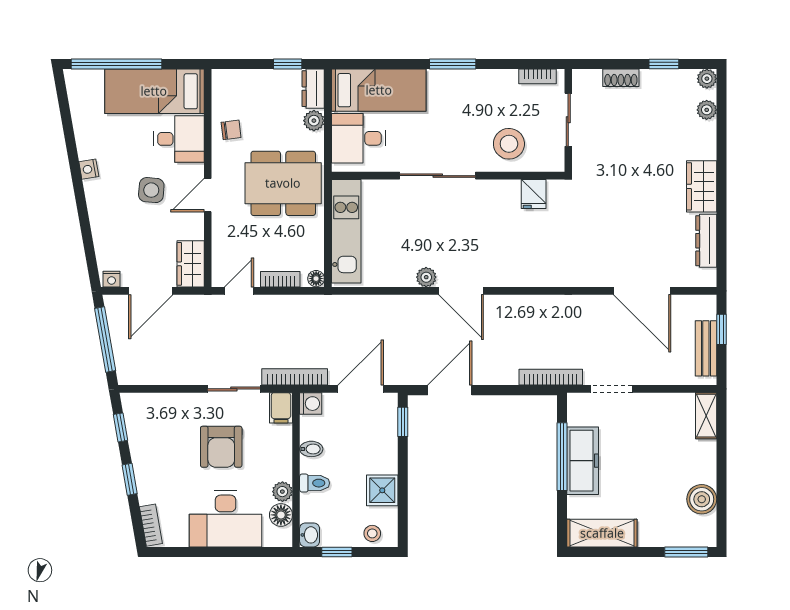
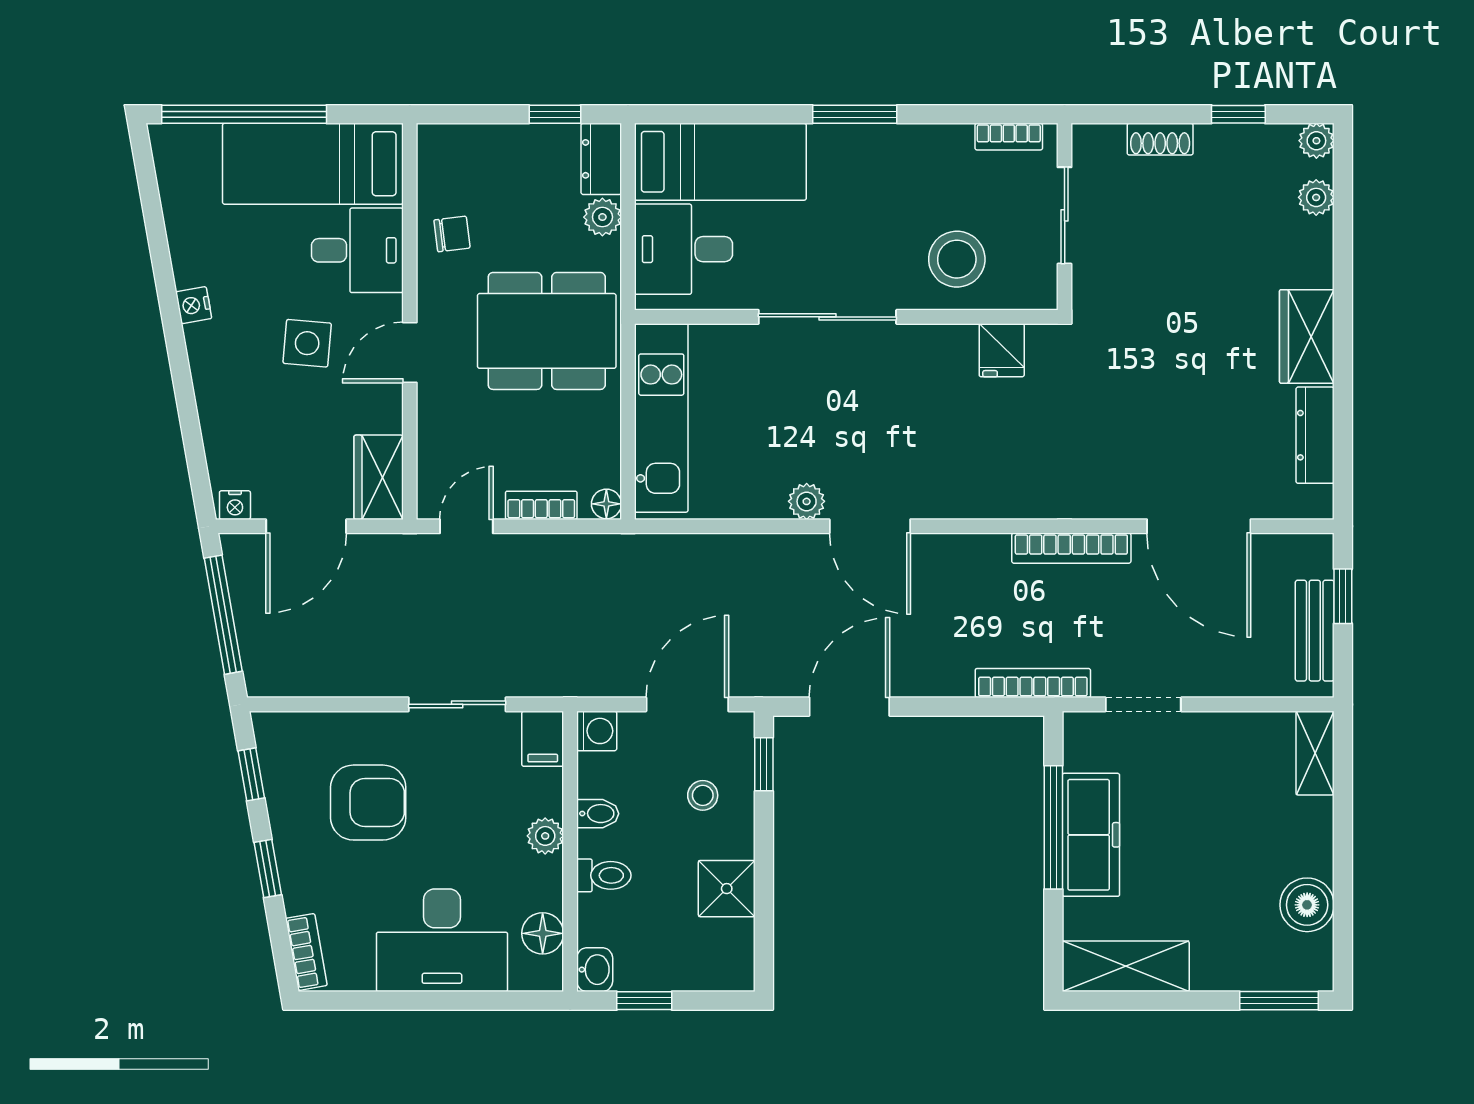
bookcase: (295, 377) -> (1071, 548), moved, turned 180
armchair: (221, 447) -> (368, 803), moved, turned -90
plant: (282, 492) -> (545, 836), moved
stool: (372, 533) -> (703, 795), moved

